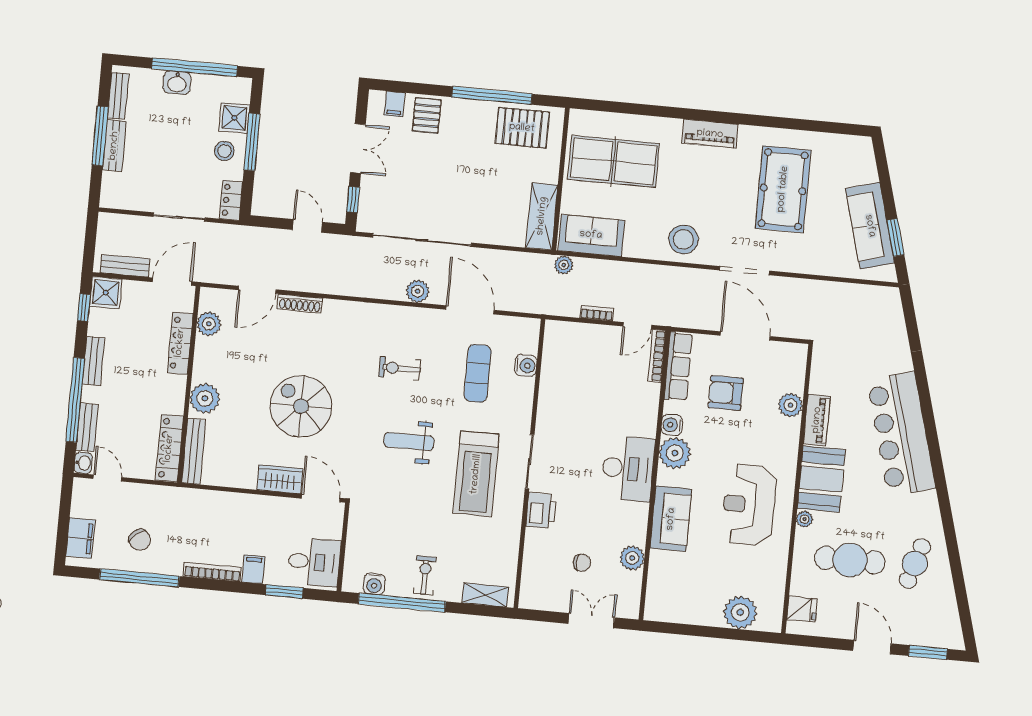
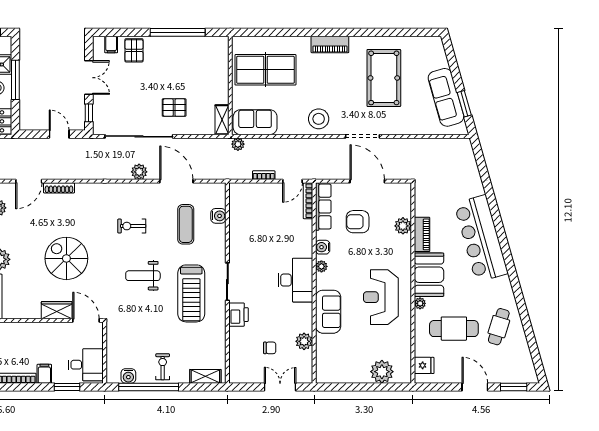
pallet: (522, 128) -> (174, 108), moved, width x0.67, depth x0.71
shelving: (542, 216) -> (222, 120), width x0.67, depth x0.75
plant: (675, 453) -> (321, 266), width x0.53, depth x0.53

